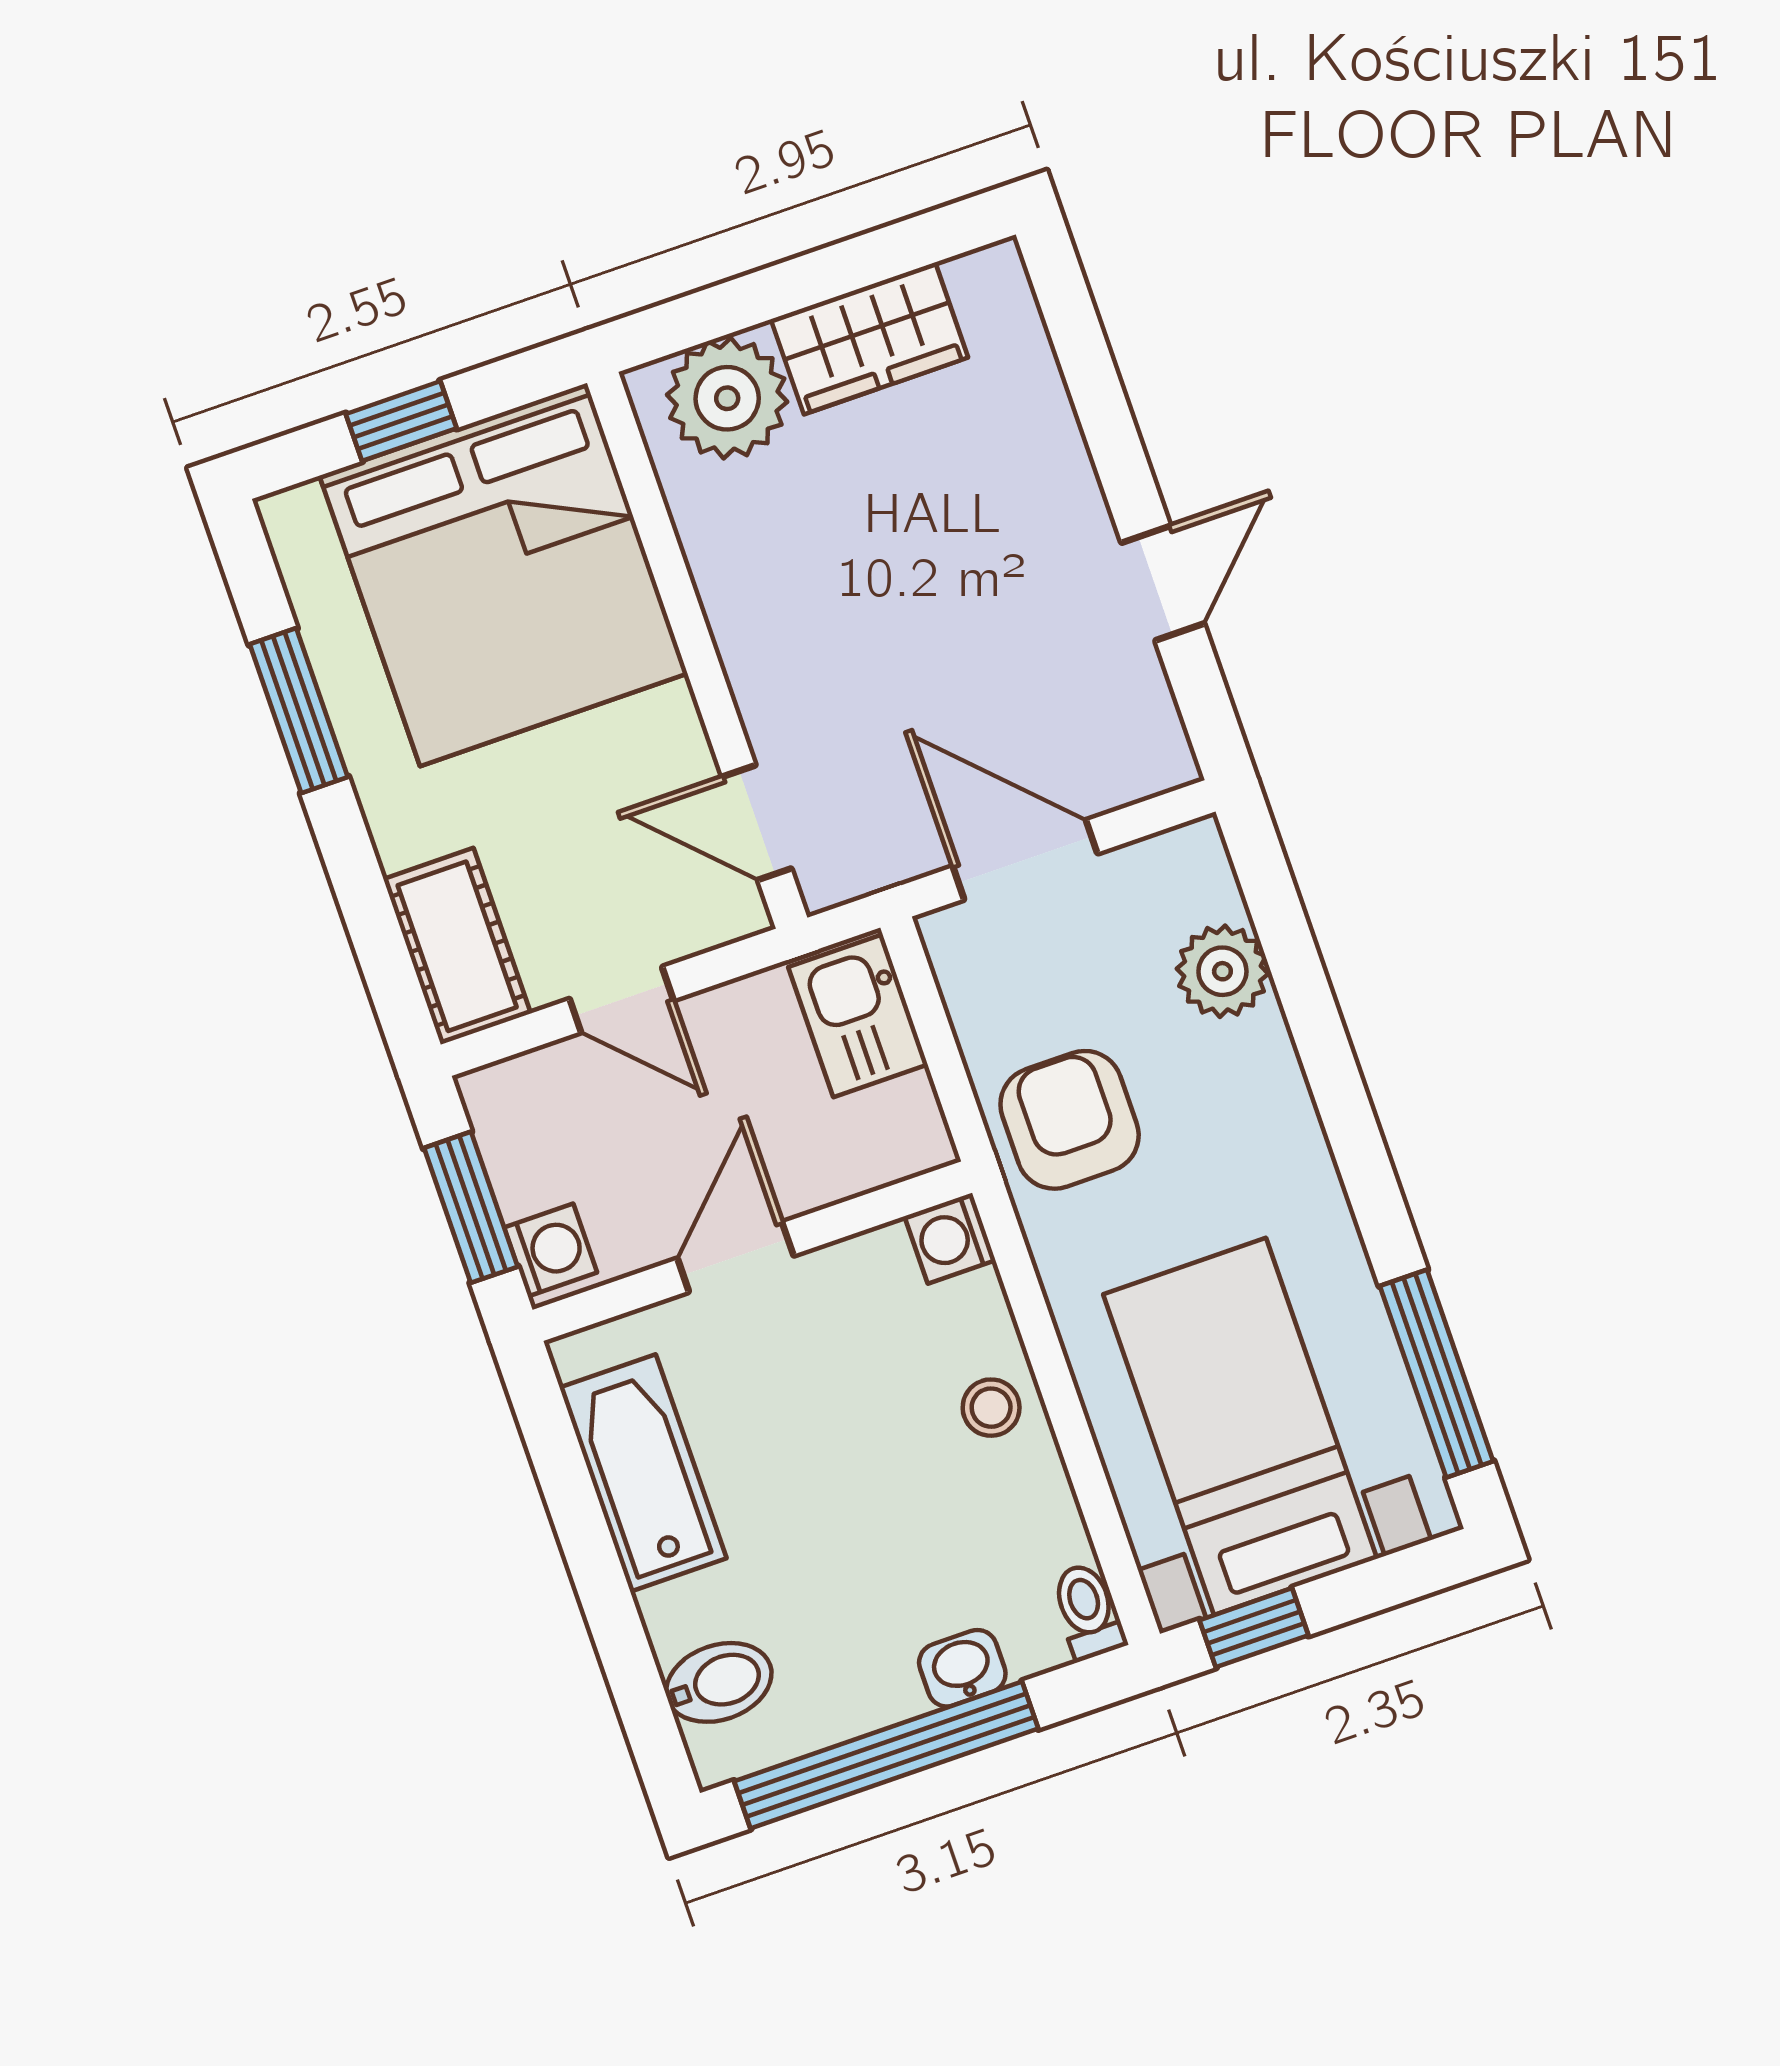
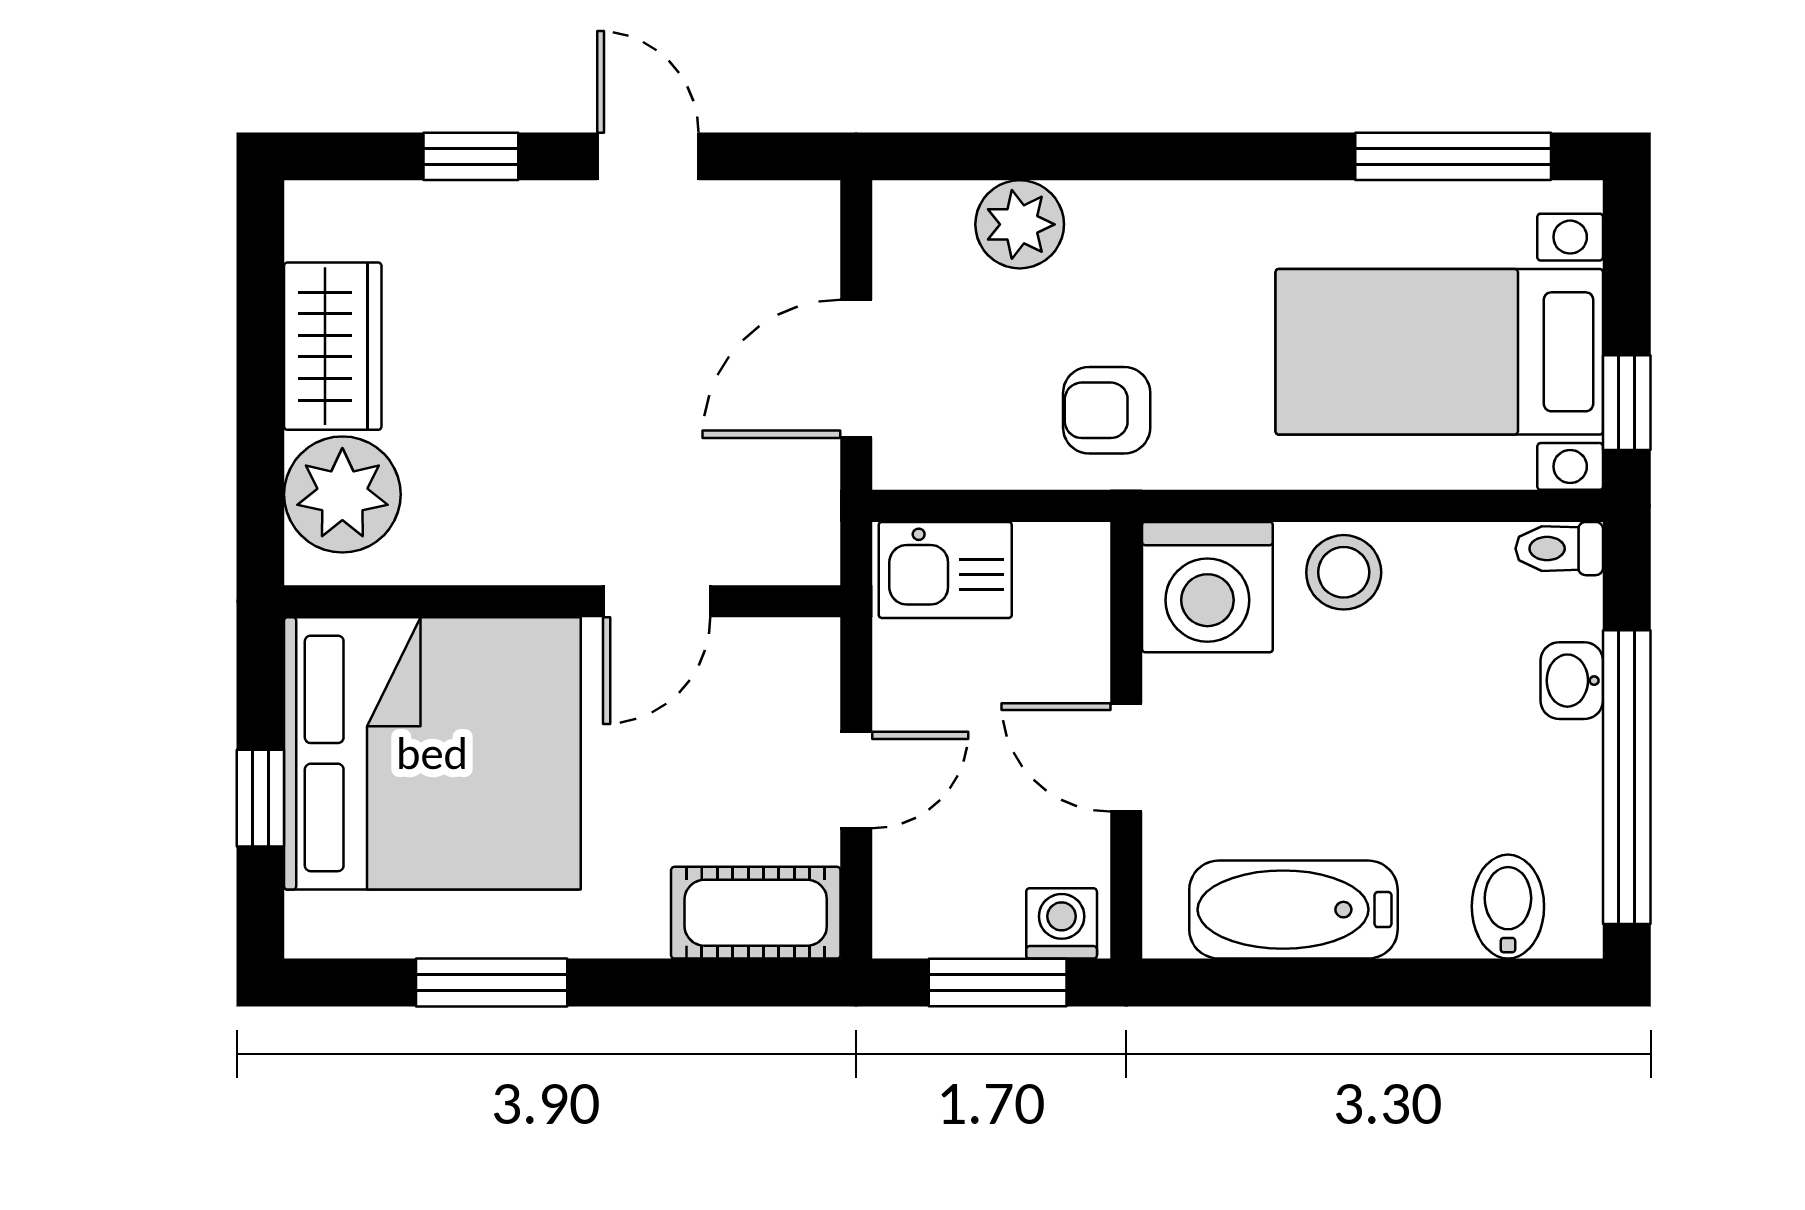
window: (1103, 409) -> (471, 156), added
door: (757, 823) -> (657, 601), moved
armchair: (1070, 1120) -> (1107, 410), width x0.72, depth x0.72
washing machine: (950, 1238) -> (1207, 587), width x1.89, depth x1.89
stool: (991, 1408) -> (1344, 572), width x1.37, depth x1.37

